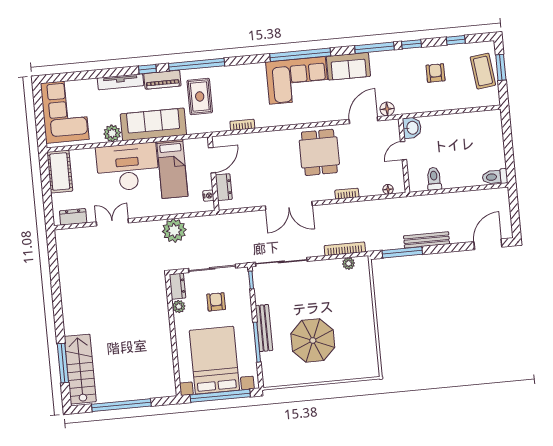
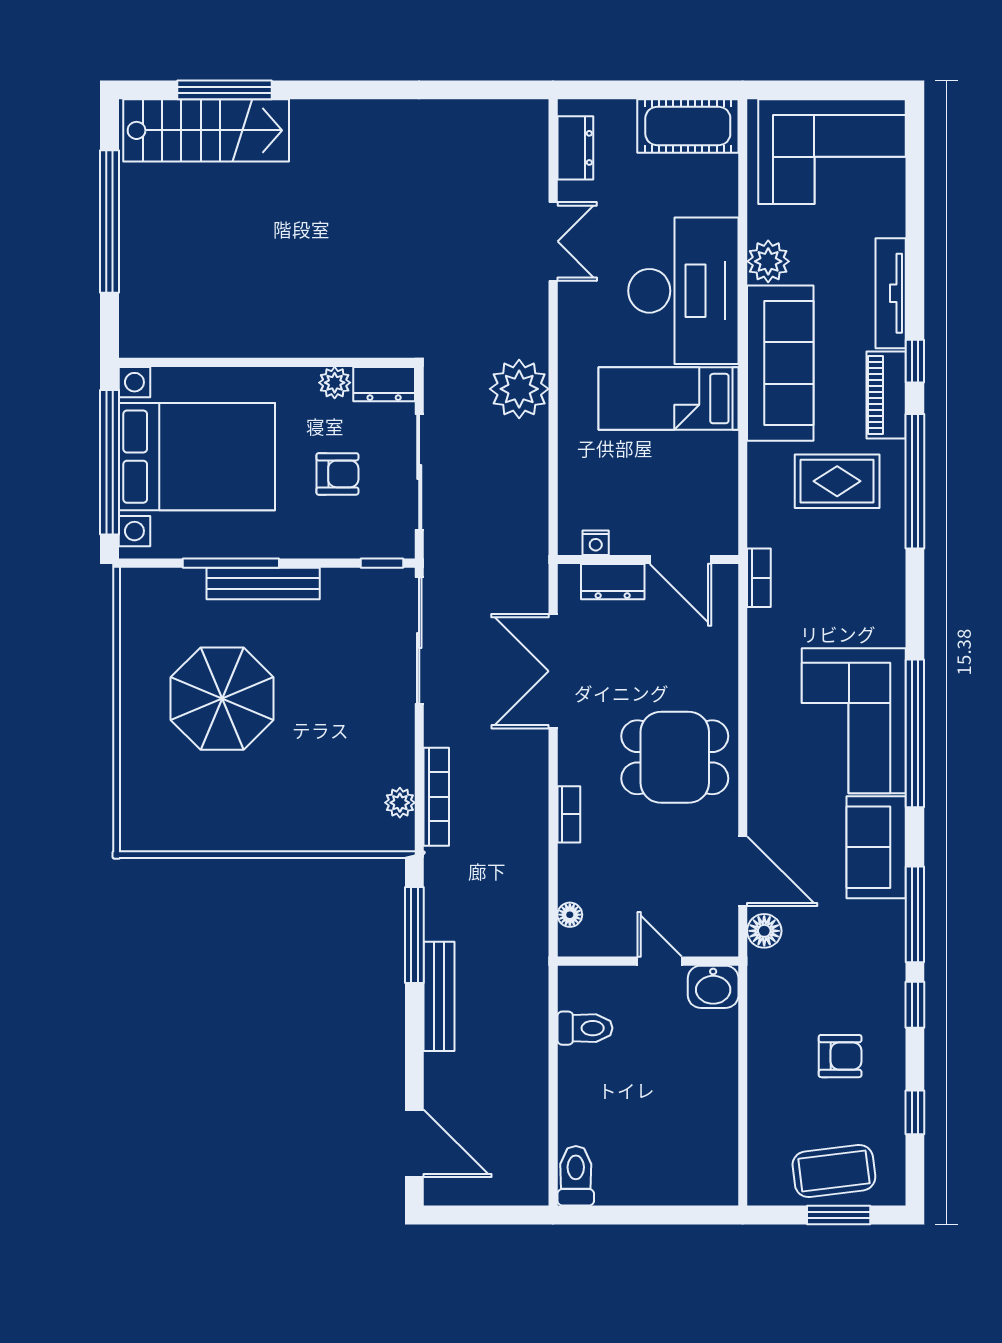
door: (212, 160) -> (680, 559), moved
wall: (213, 174) -> (648, 559), moved
dresser: (224, 187) -> (613, 582), moved
nightstand: (208, 196) -> (596, 543), moved

